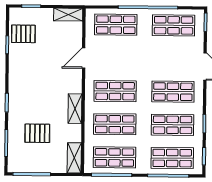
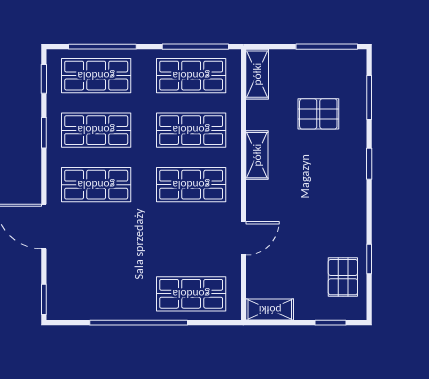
shop shelf: (174, 25) -> (96, 294), removed
pallet: (23, 34) -> (343, 277), turned 90

